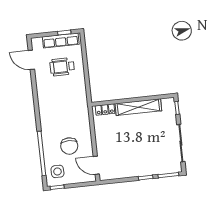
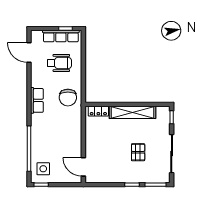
wheelchair: (62, 67) -> (59, 63), turned 180
row of seats: (44, 106) -> (37, 100), added
pallet: (148, 145) -> (138, 152), added
chair: (69, 146) -> (68, 98), moved

